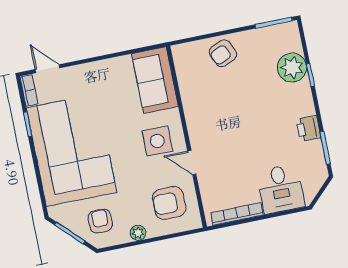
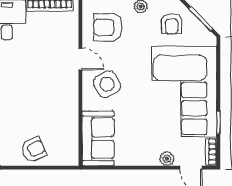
plant: (76, 73) -> (167, 159), added
side table: (157, 141) -> (107, 84), turned -30
armchair: (169, 203) -> (108, 27), turned 180

